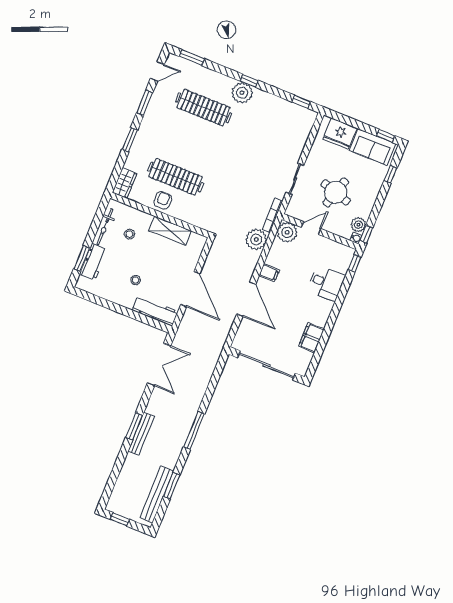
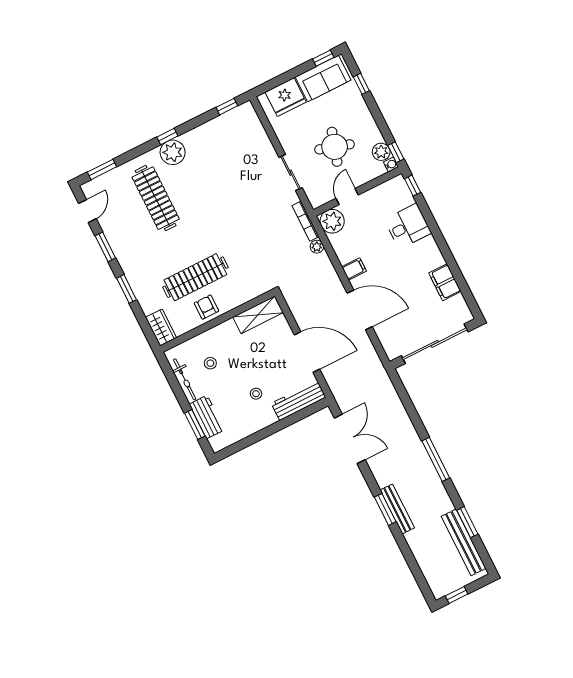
clothes rail: (204, 108) -> (156, 198), turned 90
shelving: (170, 231) -> (258, 315), moved
plant: (256, 239) -> (317, 247), width x0.53, depth x0.53

